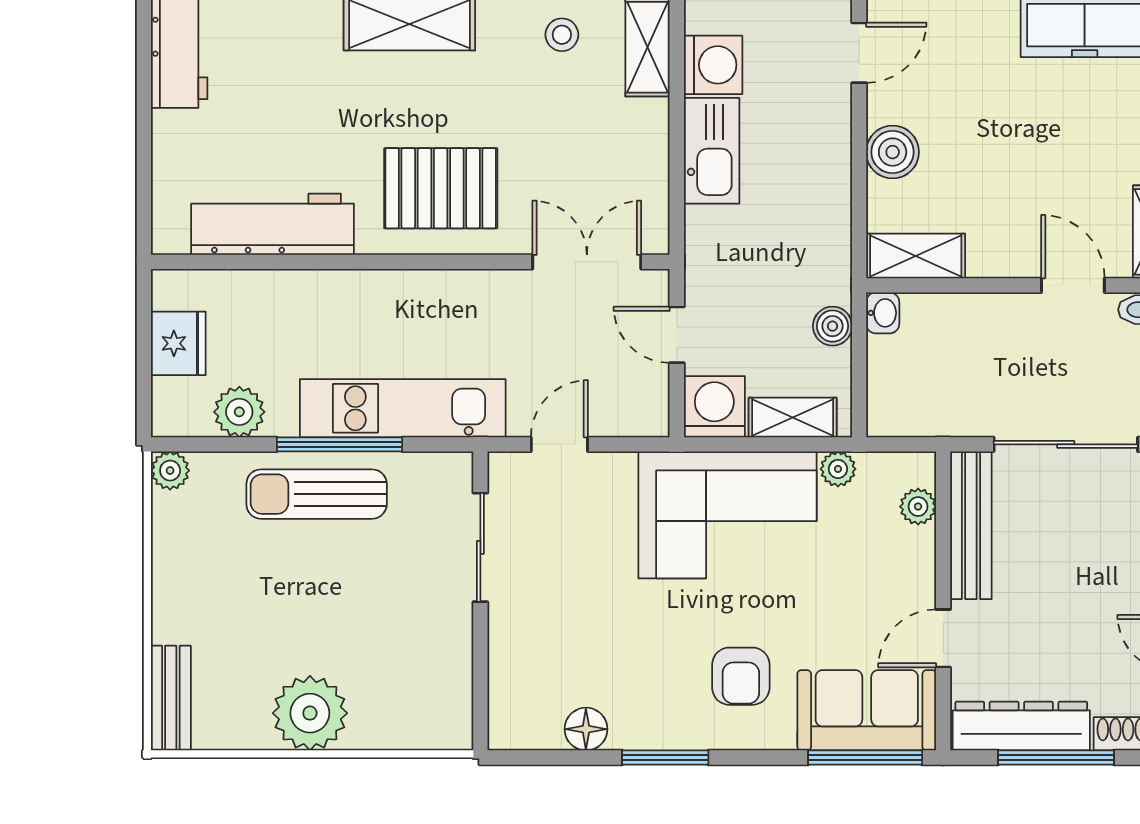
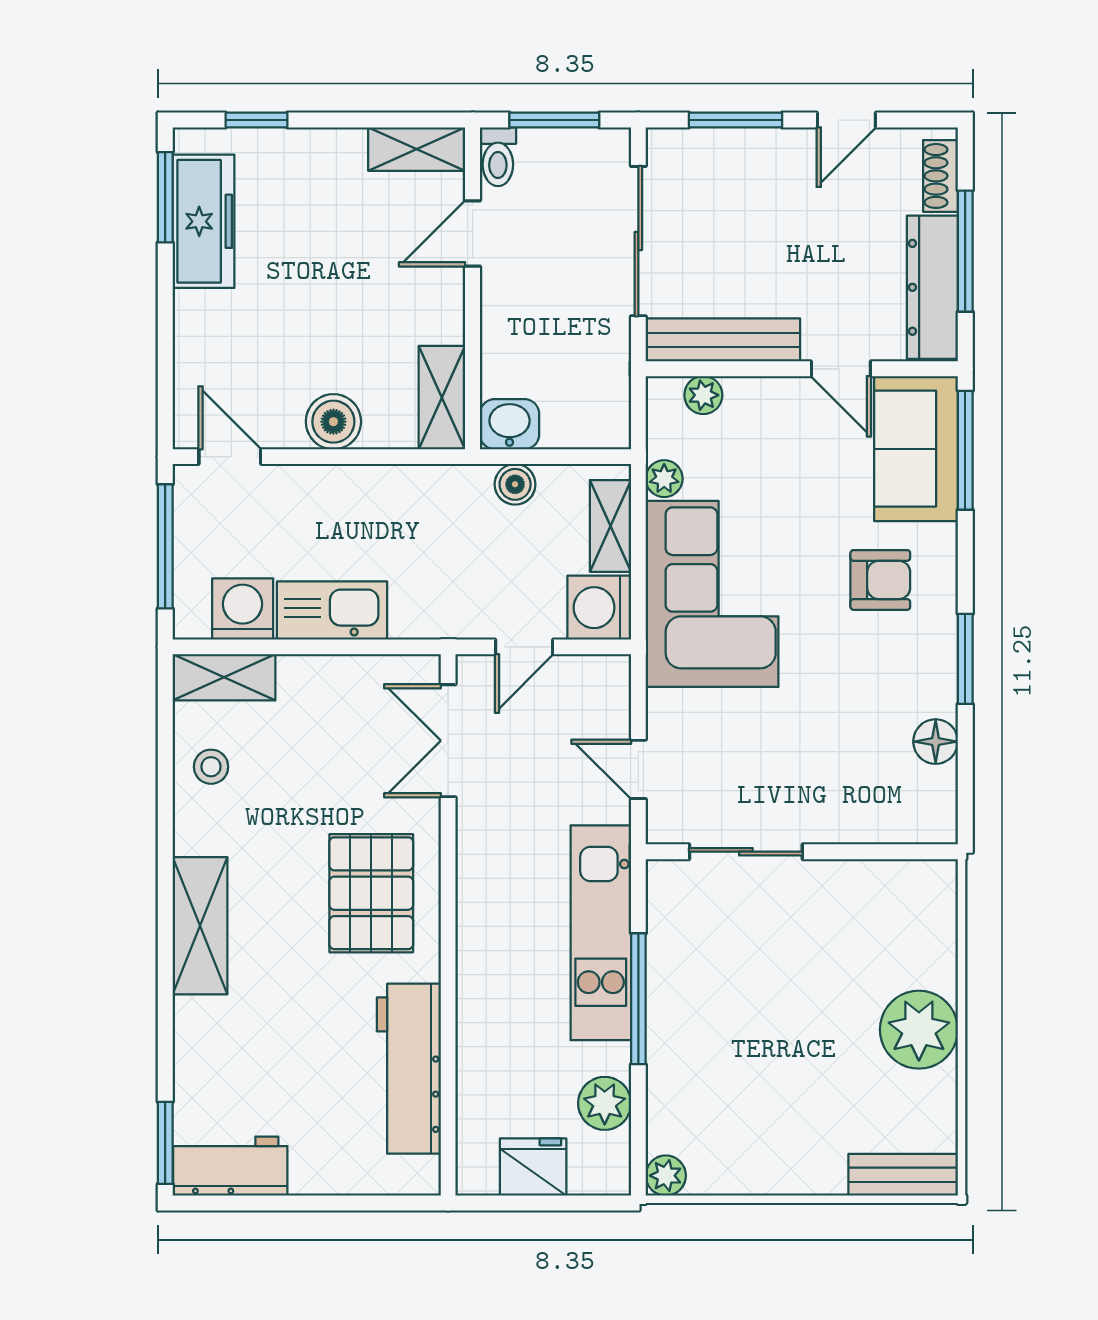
washbasin: (883, 313) -> (510, 424), width x1.38, depth x1.45
sun lounger: (317, 494) -> (690, 1023), removed

